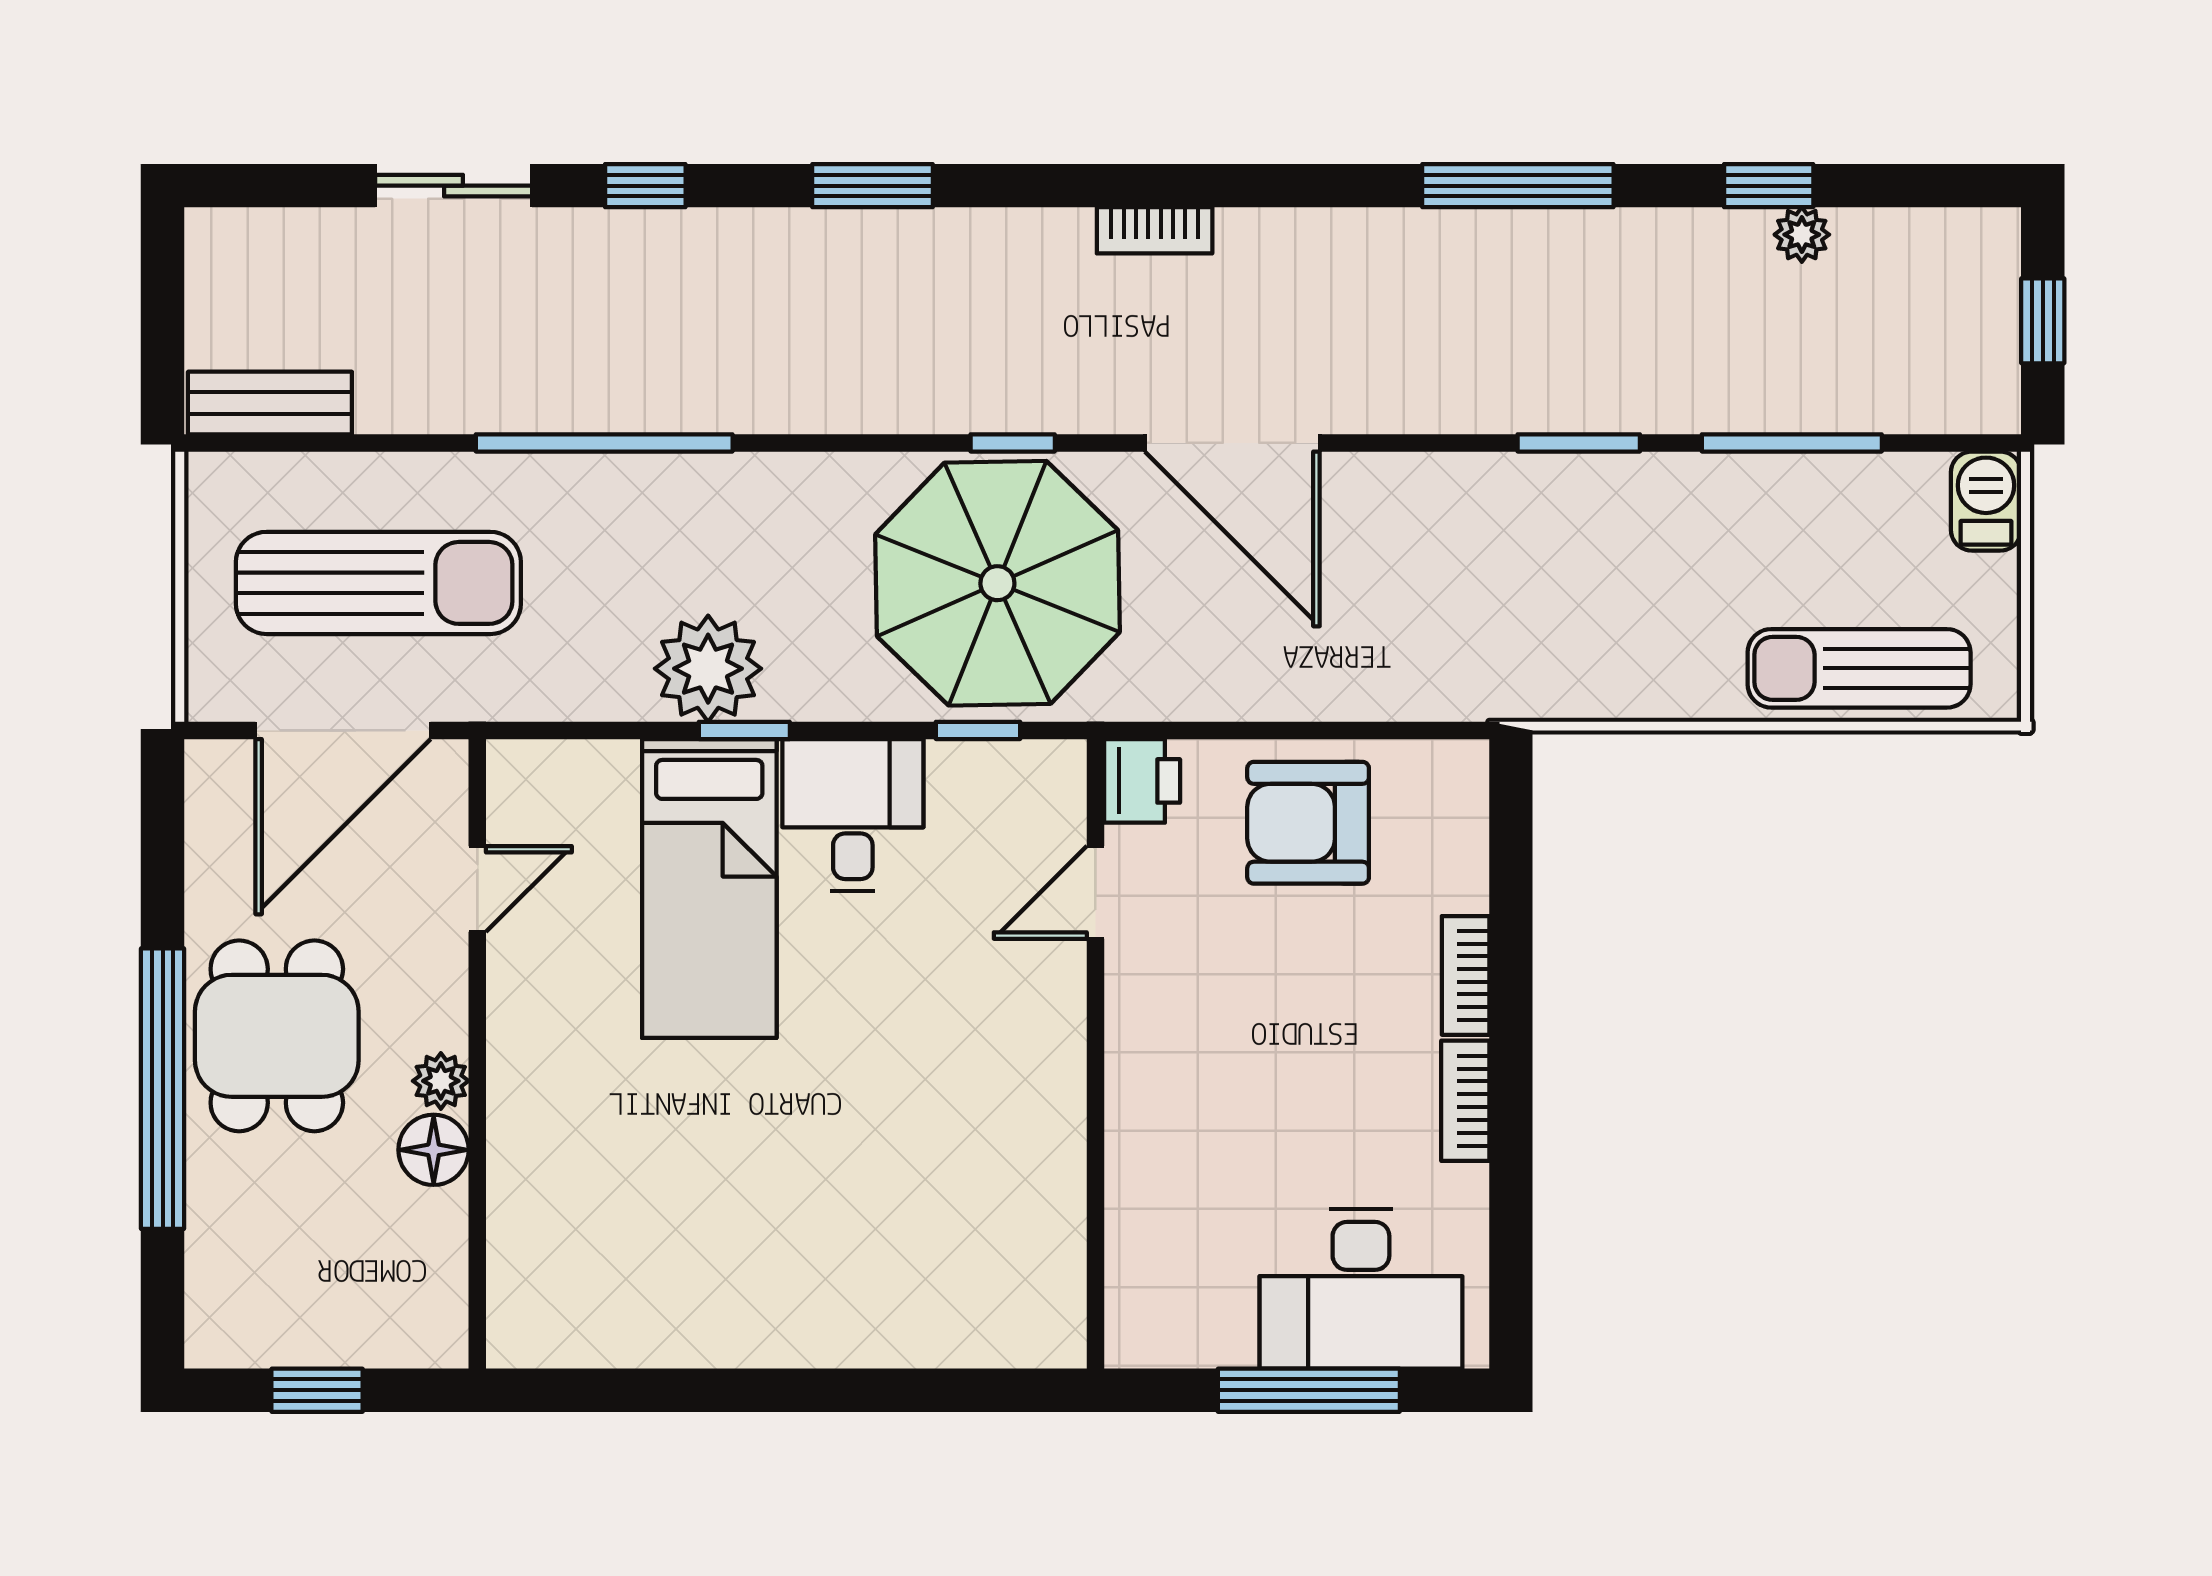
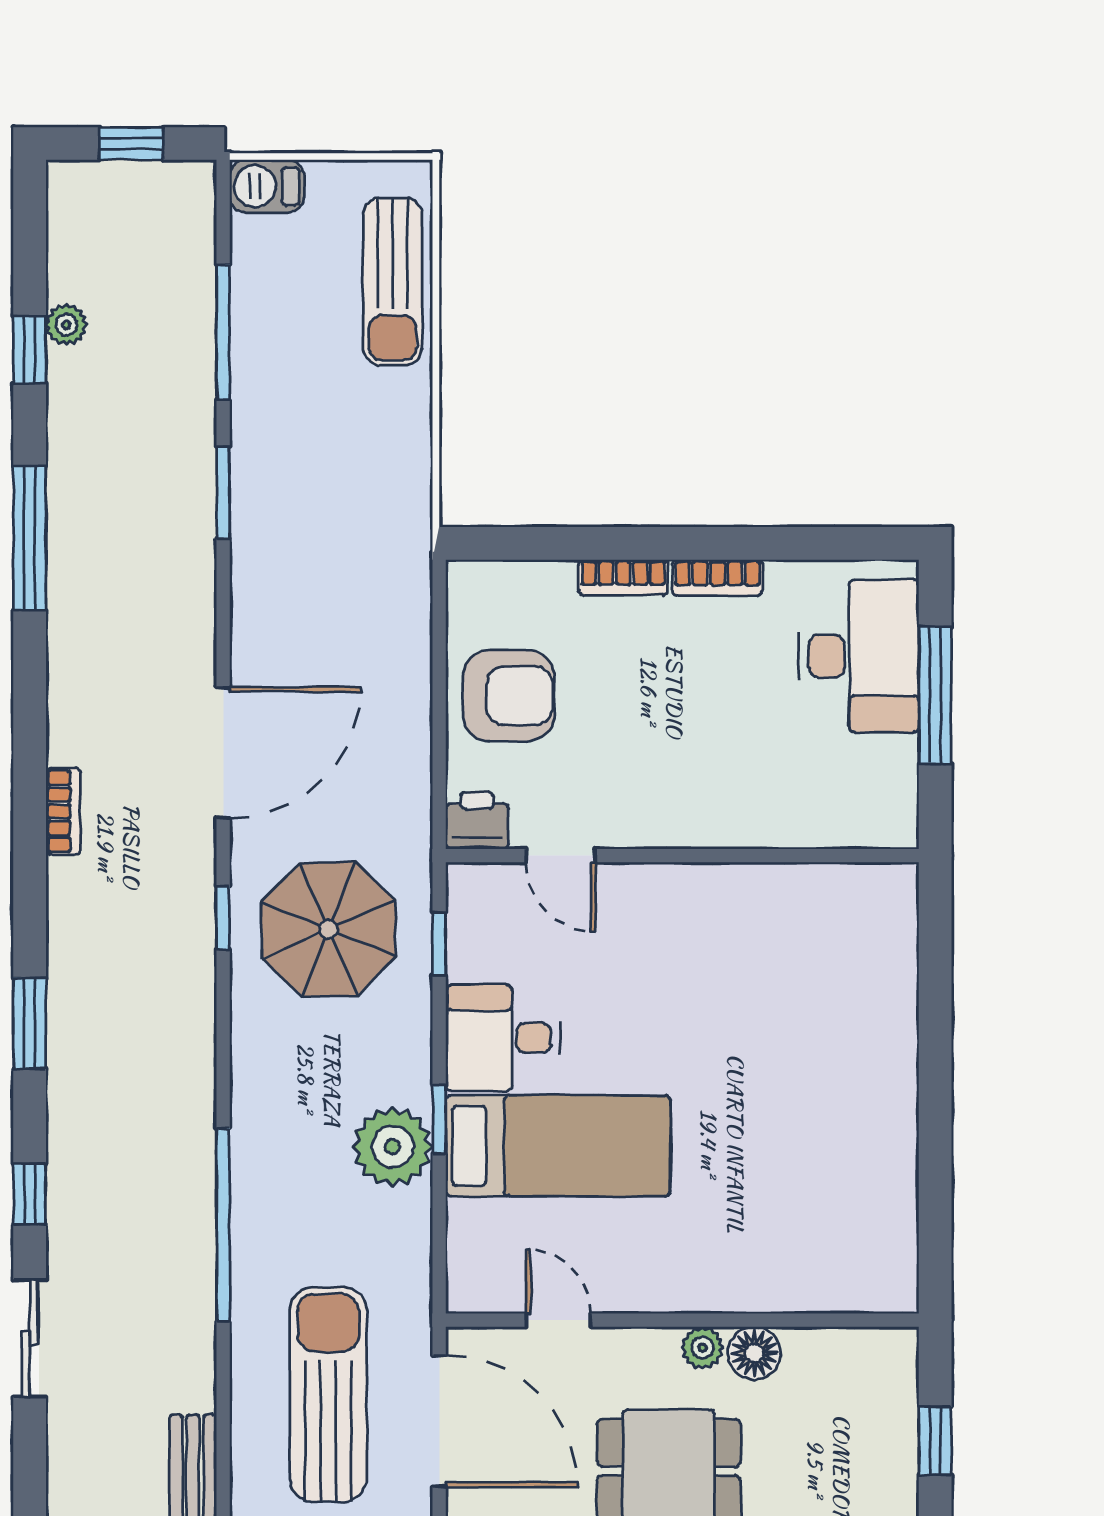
parasol: (997, 583) -> (328, 929), width x0.73, depth x0.73
armchair: (1308, 823) -> (509, 696), turned -90

